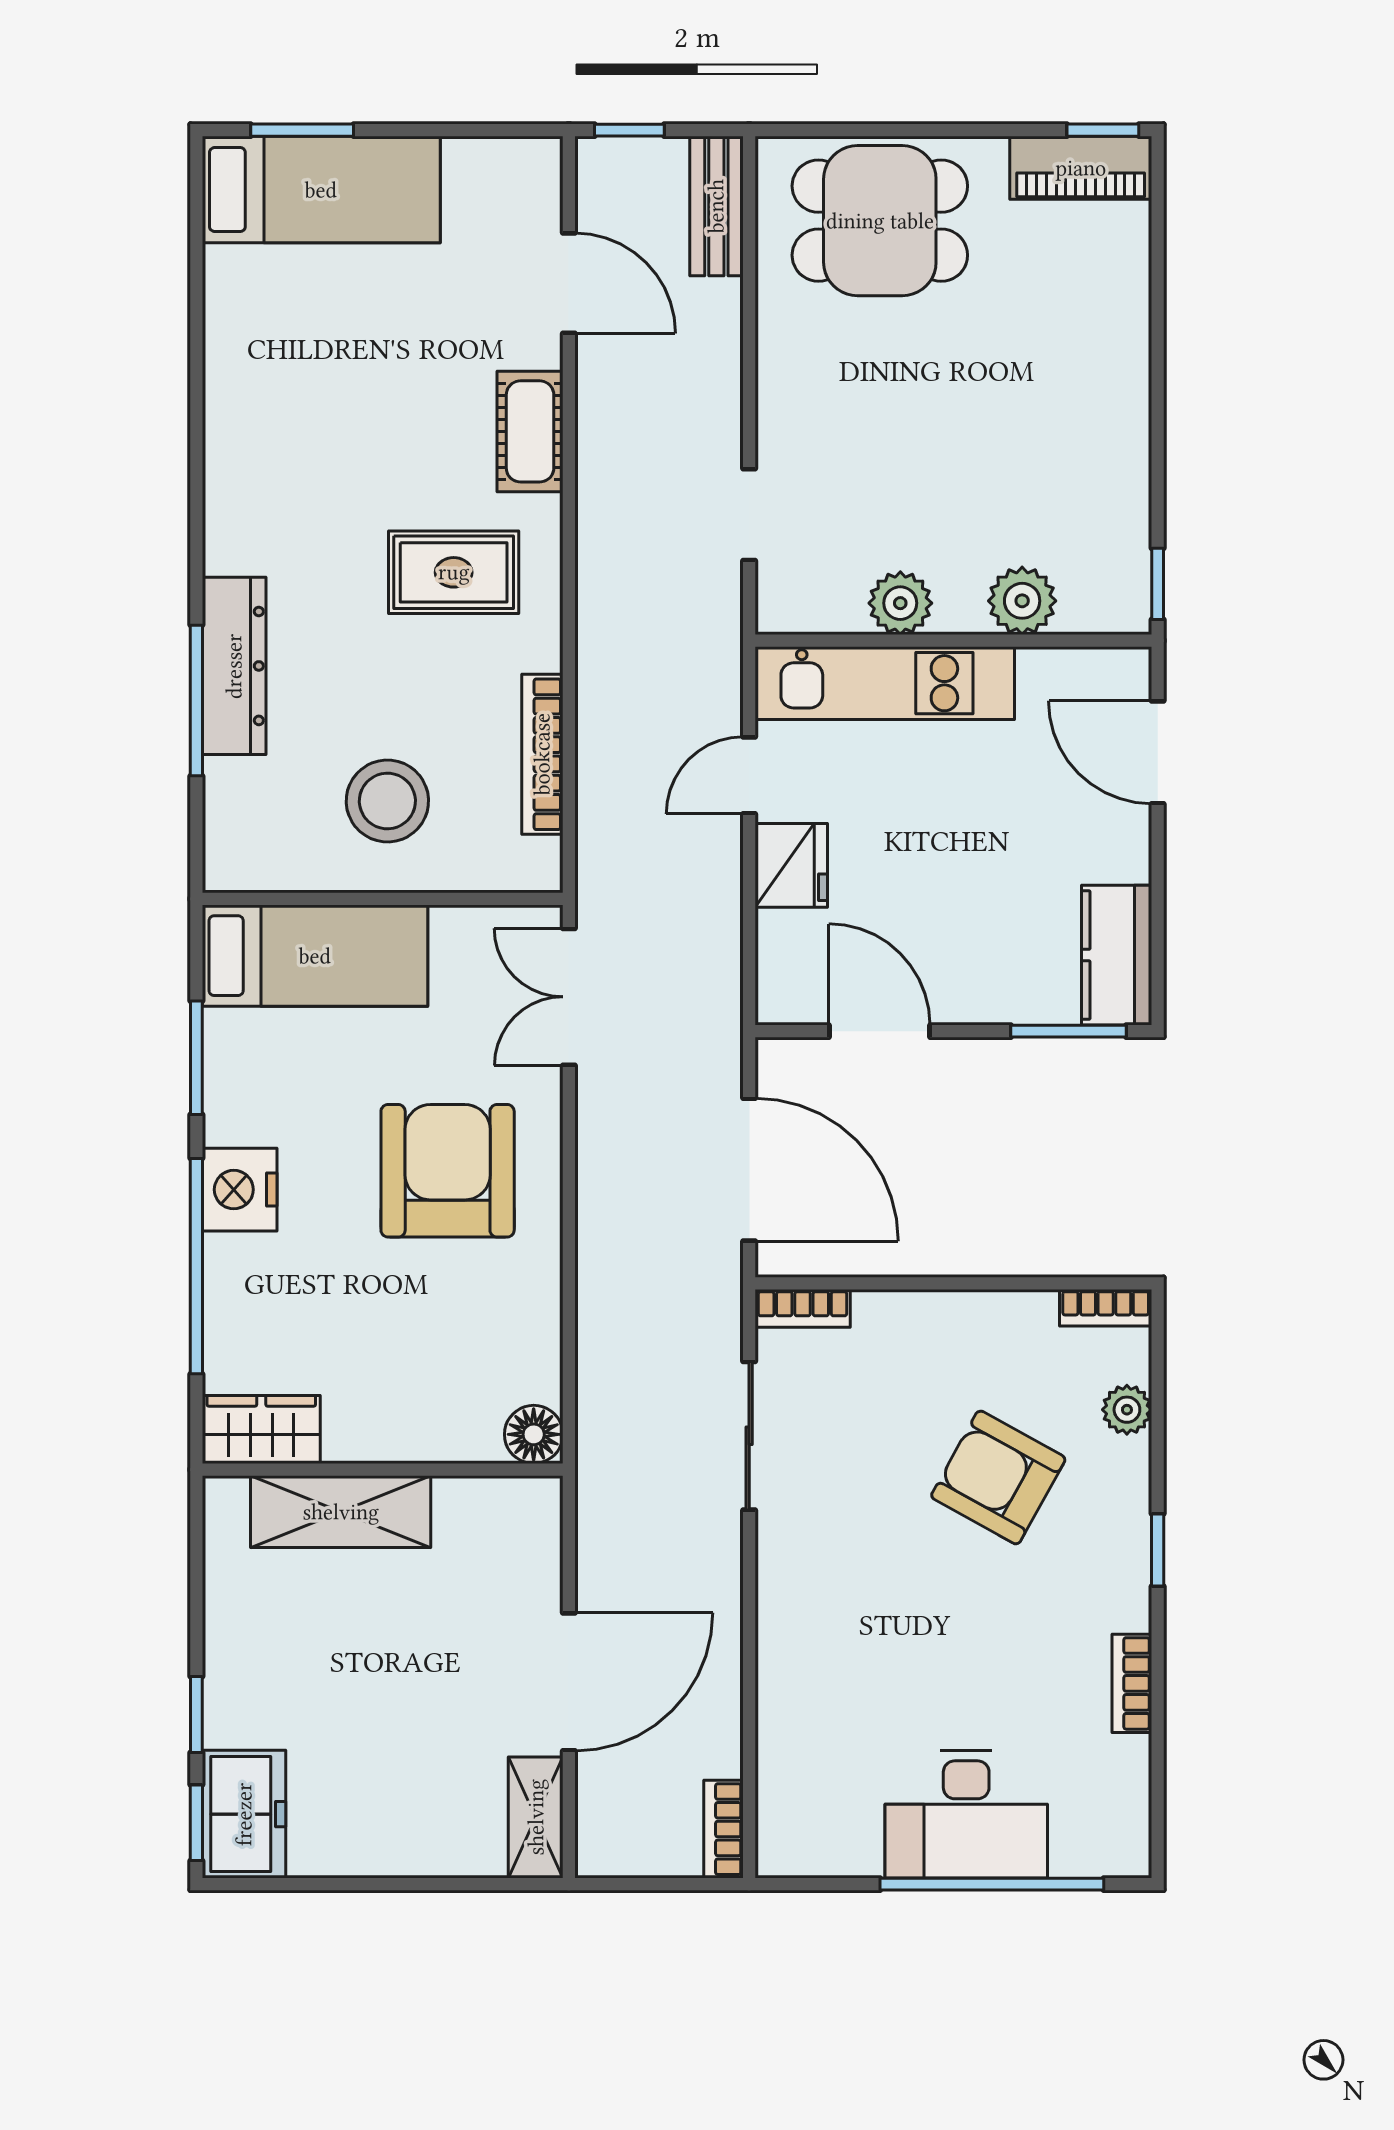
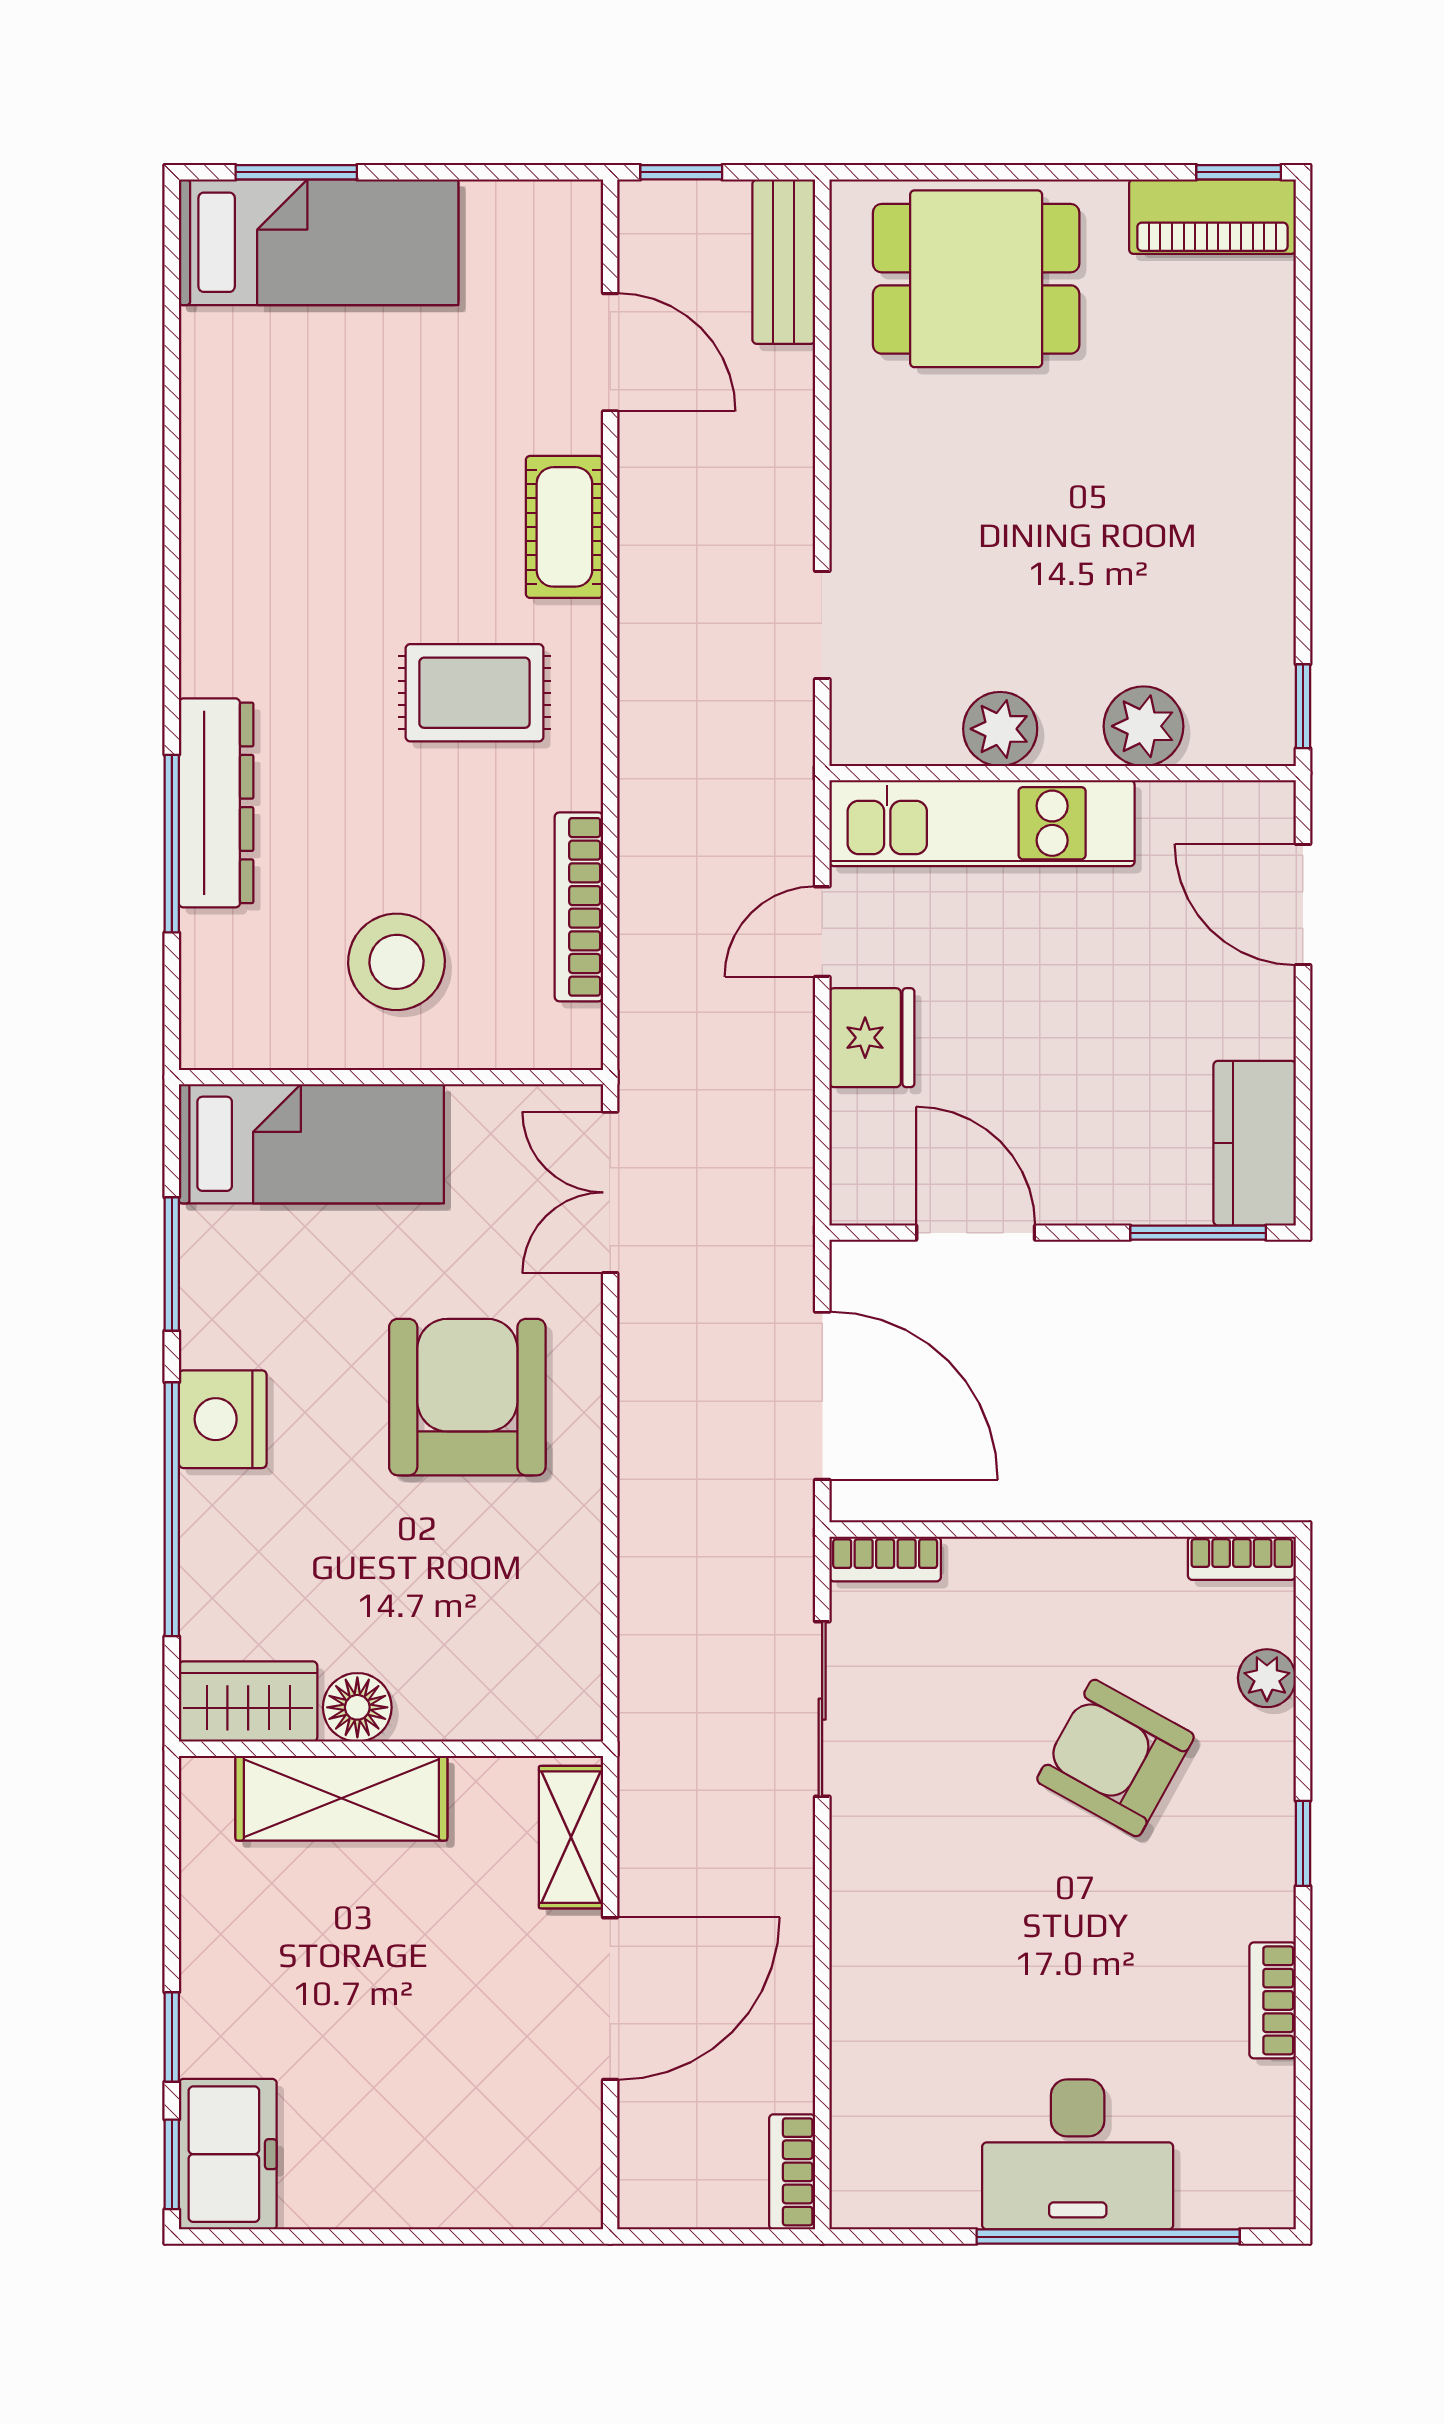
floor lamp: (534, 1434) -> (357, 1707), moved
shelving: (536, 1817) -> (571, 1837), moved

